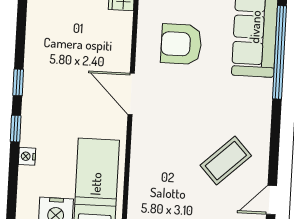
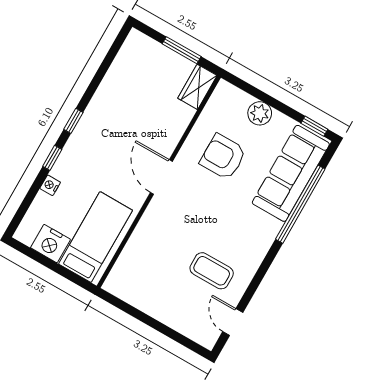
coffee table: (226, 161) -> (212, 271), turned 43
door: (271, 200) -> (233, 322), hinge flipped

